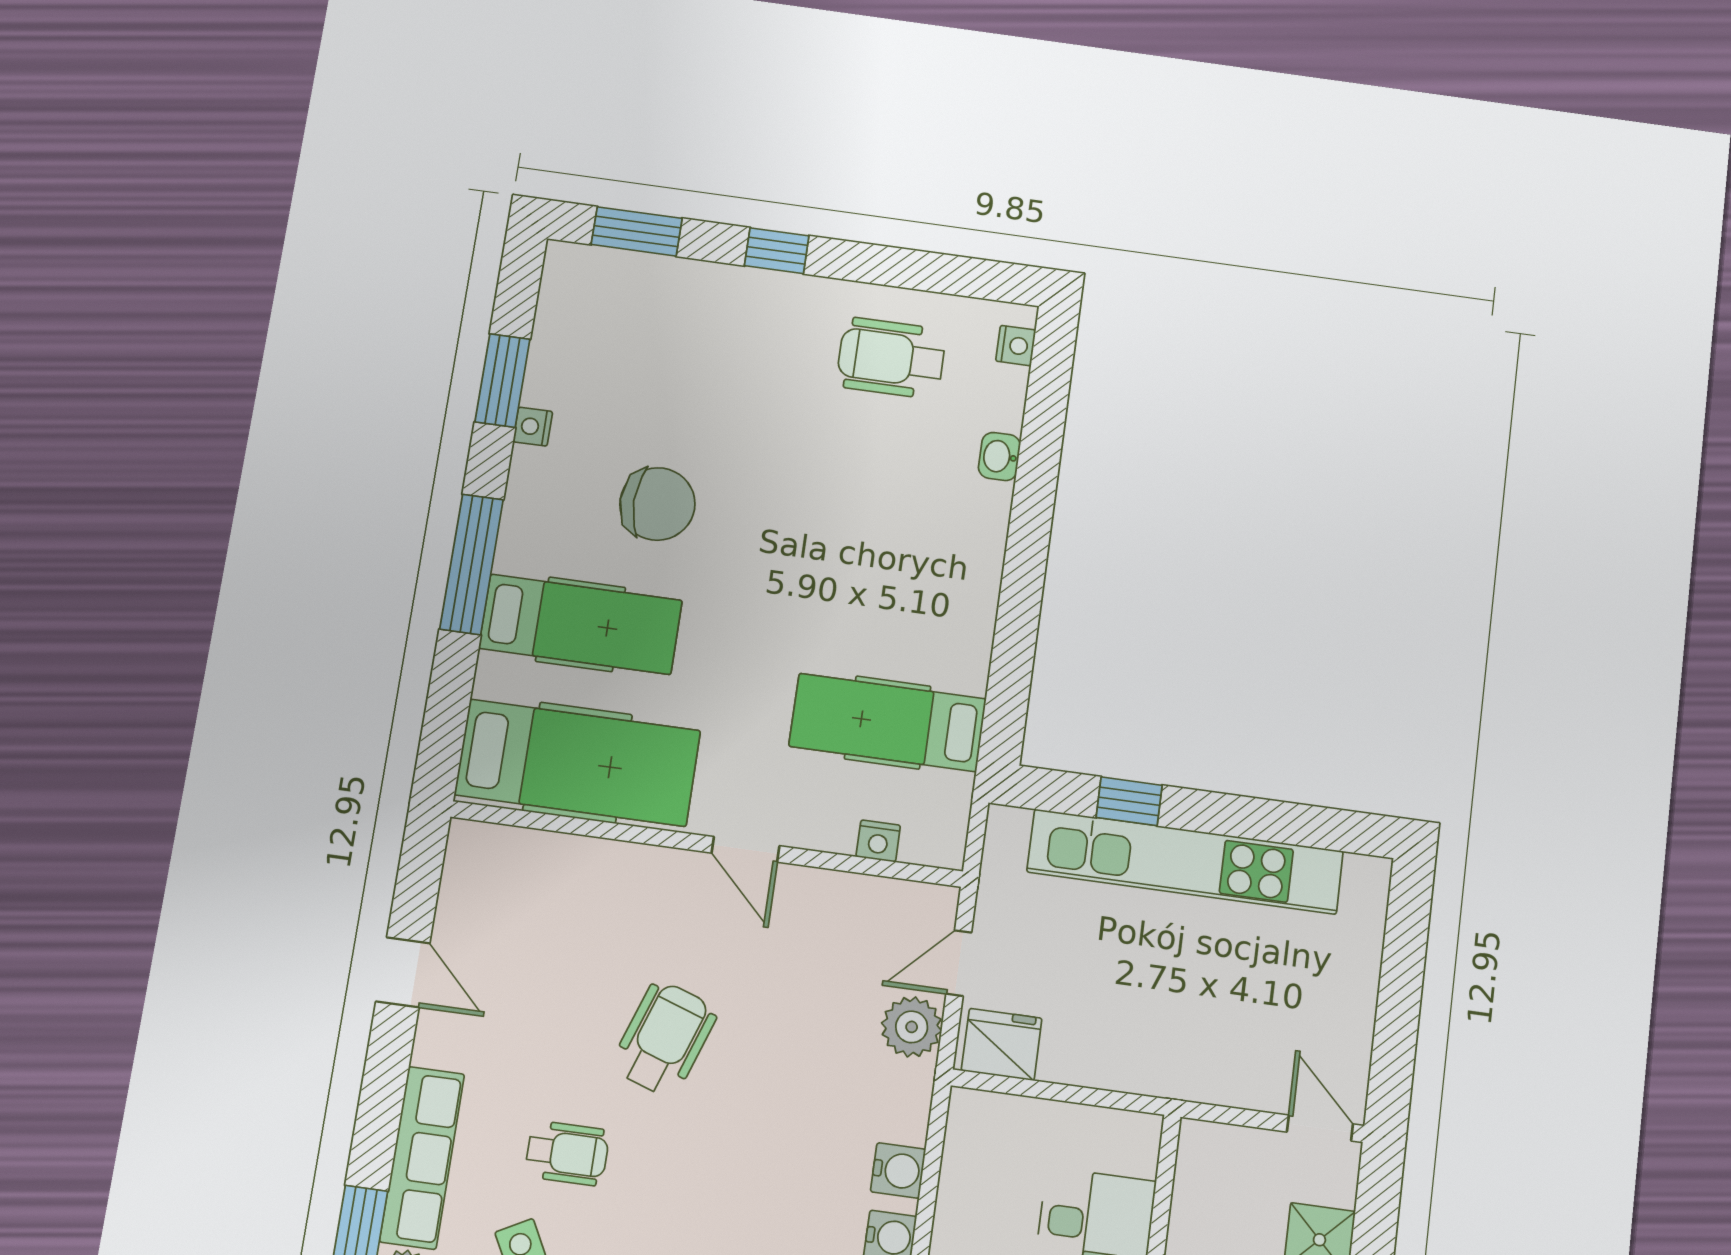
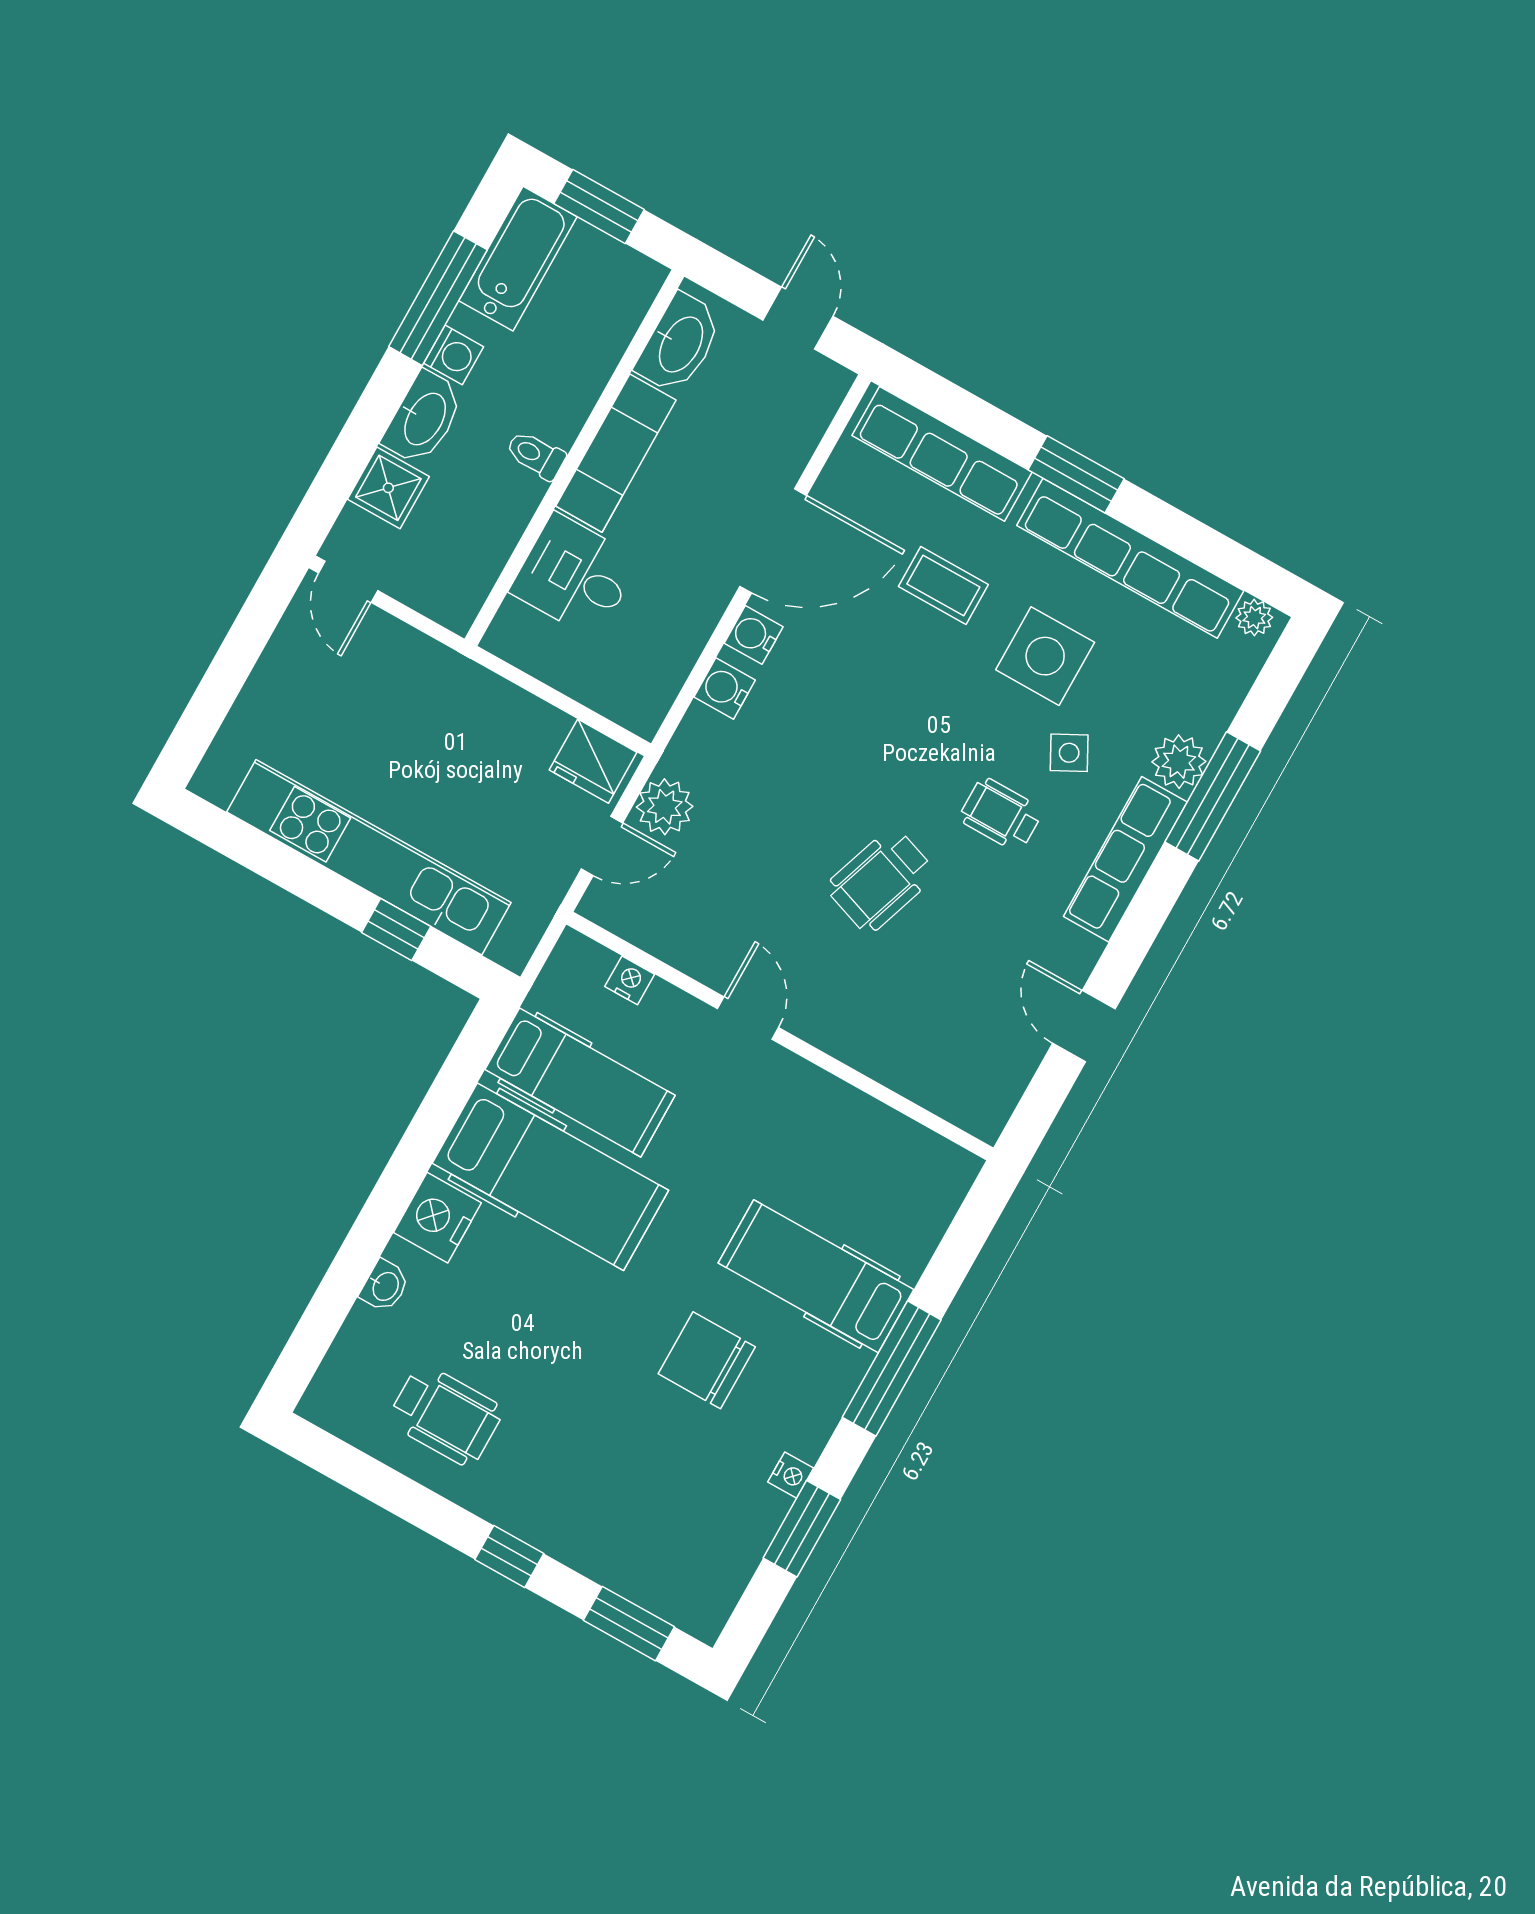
nightstand: (1016, 346) -> (437, 1218), moved, width x1.89, depth x1.79
hospital bed: (578, 763) -> (550, 1177), moved, turned 180

